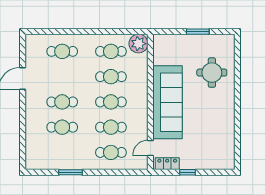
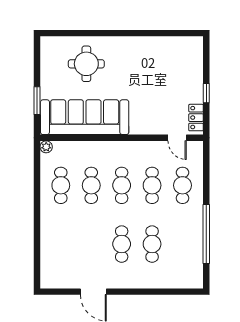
window: (198, 32) -> (37, 101), moved
plant: (138, 44) -> (46, 147), width x0.53, depth x0.53
cafe table: (62, 51) -> (61, 244), removed
sofa: (168, 102) -> (85, 117), moved
window: (71, 172) -> (206, 234), width x2.11

